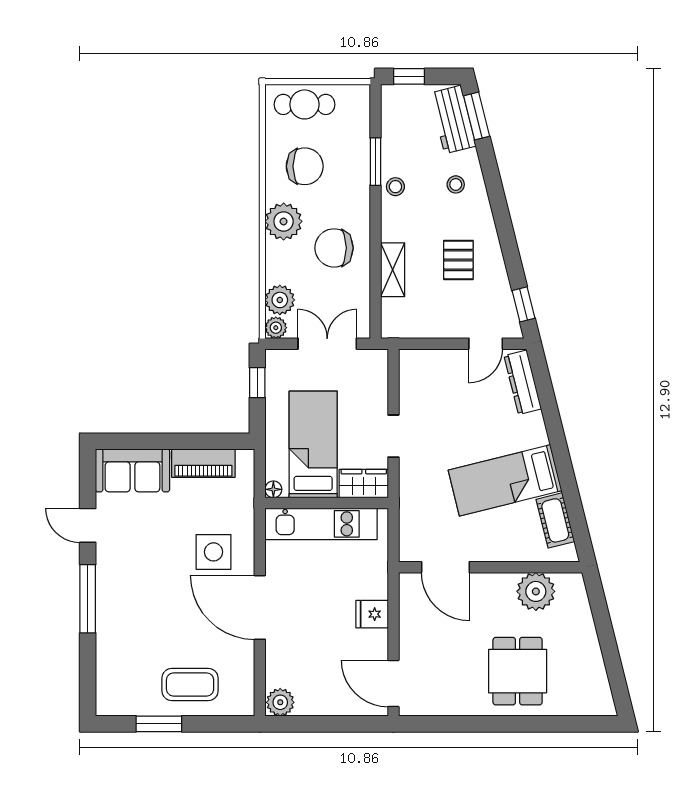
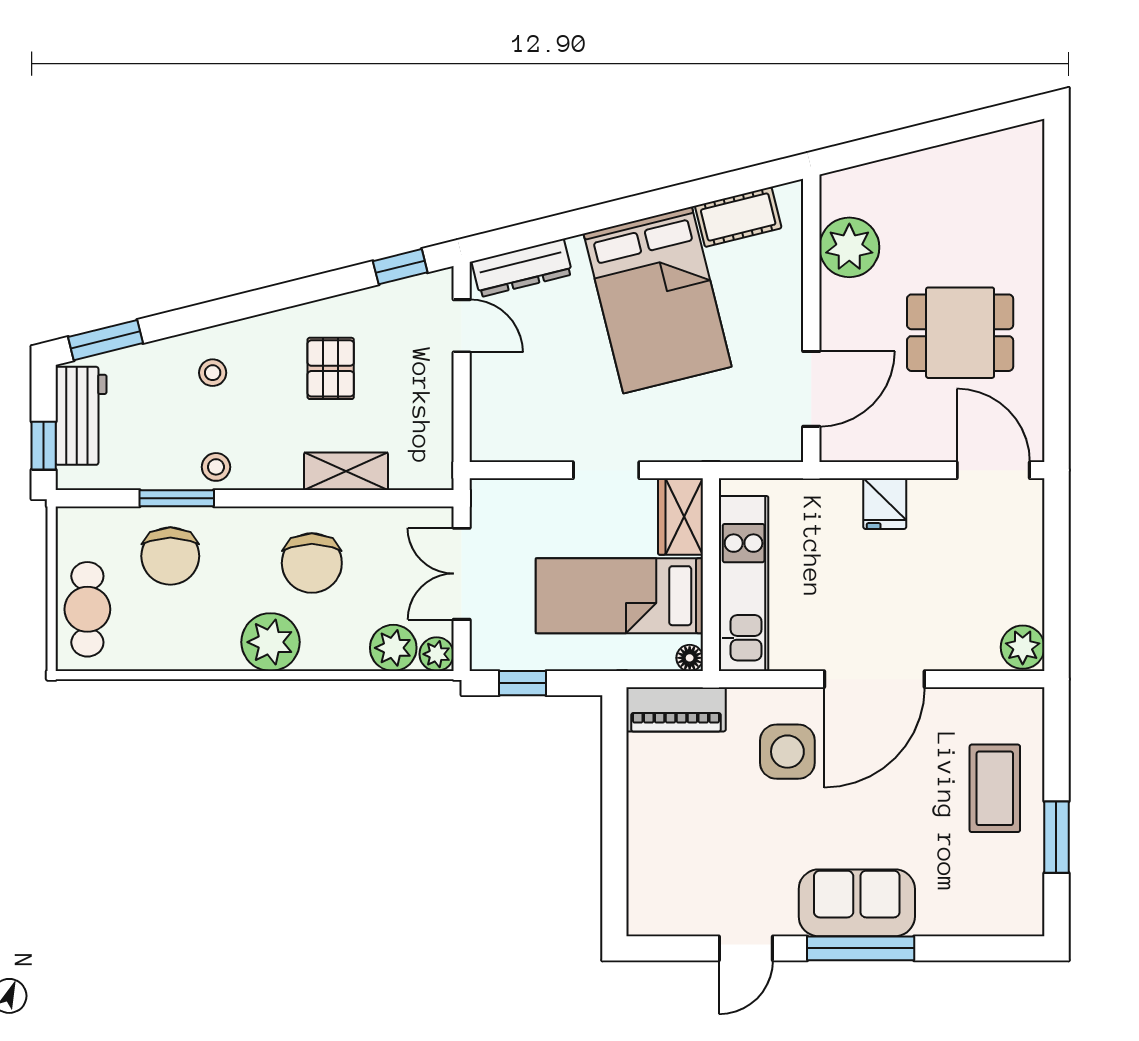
workbench: (453, 120) -> (81, 416), moved, turned -76
chair: (305, 166) -> (170, 556), moved, turned 180
pallet: (458, 260) -> (331, 368), turned 90
piano: (203, 463) -> (676, 709), moved, turned 90
sofa: (132, 470) -> (857, 903), moved, turned -90
bed: (505, 480) -> (658, 300), width x1.50
dining table: (518, 671) -> (960, 333), moved
door: (393, 683) -> (993, 470), swing flipped

